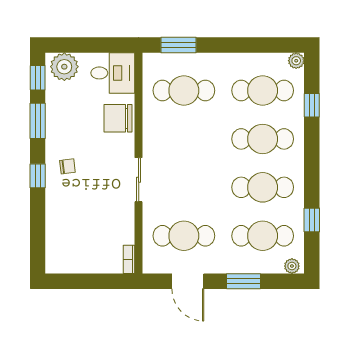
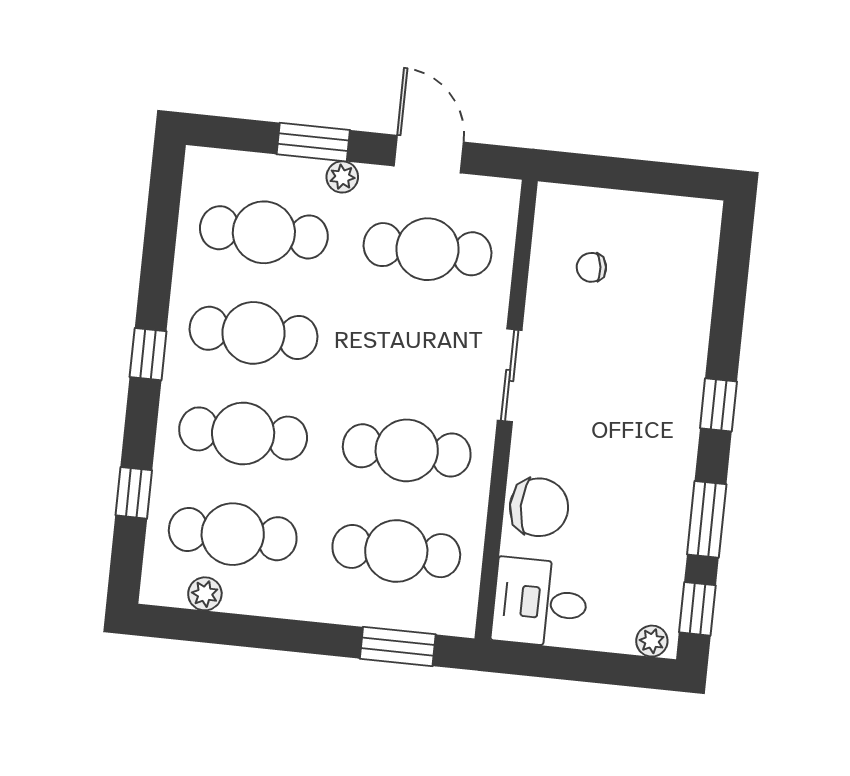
plant: (296, 61) -> (205, 594), moved
plant: (64, 67) -> (652, 641), width x0.53, depth x0.53
cafe table: (184, 139) -> (407, 450), added
chair: (67, 166) -> (591, 267), moved
window: (312, 220) -> (148, 354), moved
bookcase: (129, 259) -> (546, 212), removed
plant: (292, 266) -> (342, 177), moved

